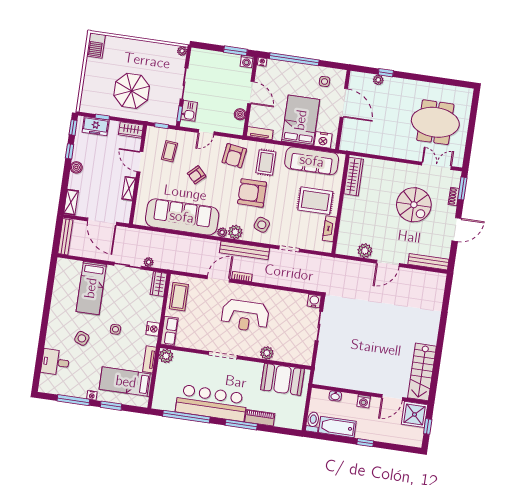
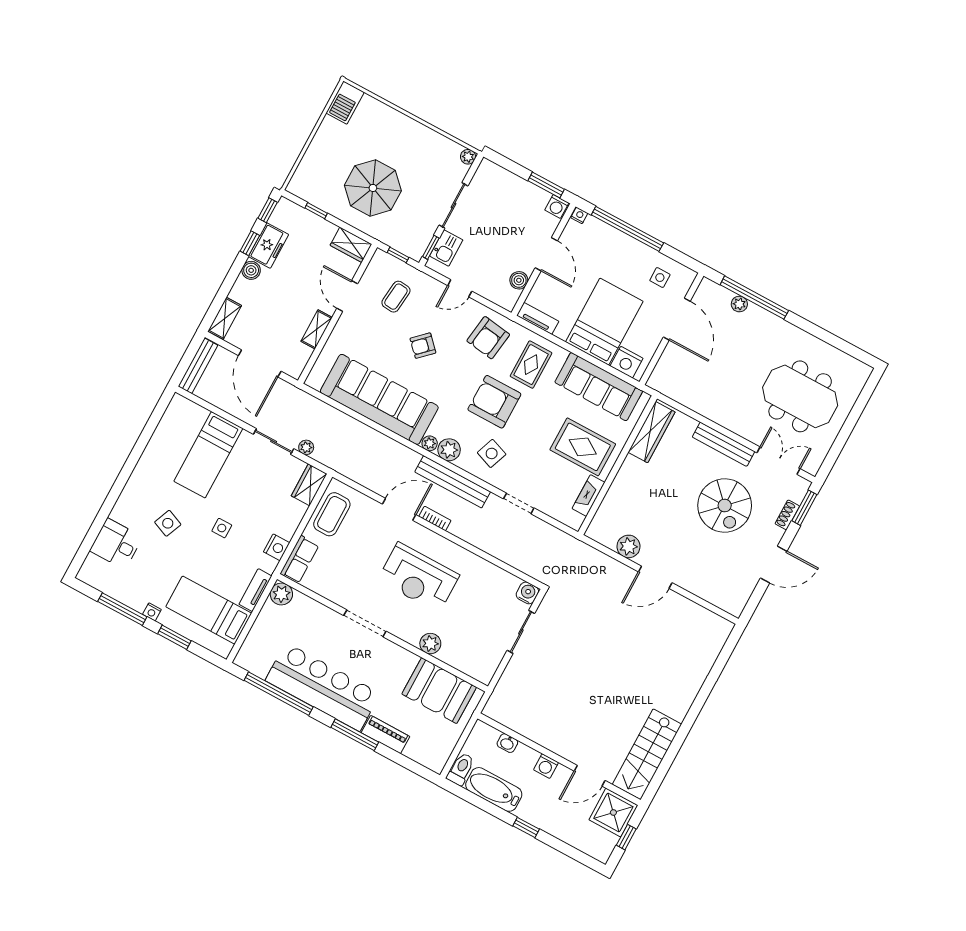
window: (386, 73) -> (754, 298), width x3.17
freezer: (96, 126) -> (268, 246), moved, turned -90
bench: (428, 262) -> (724, 444), moved

